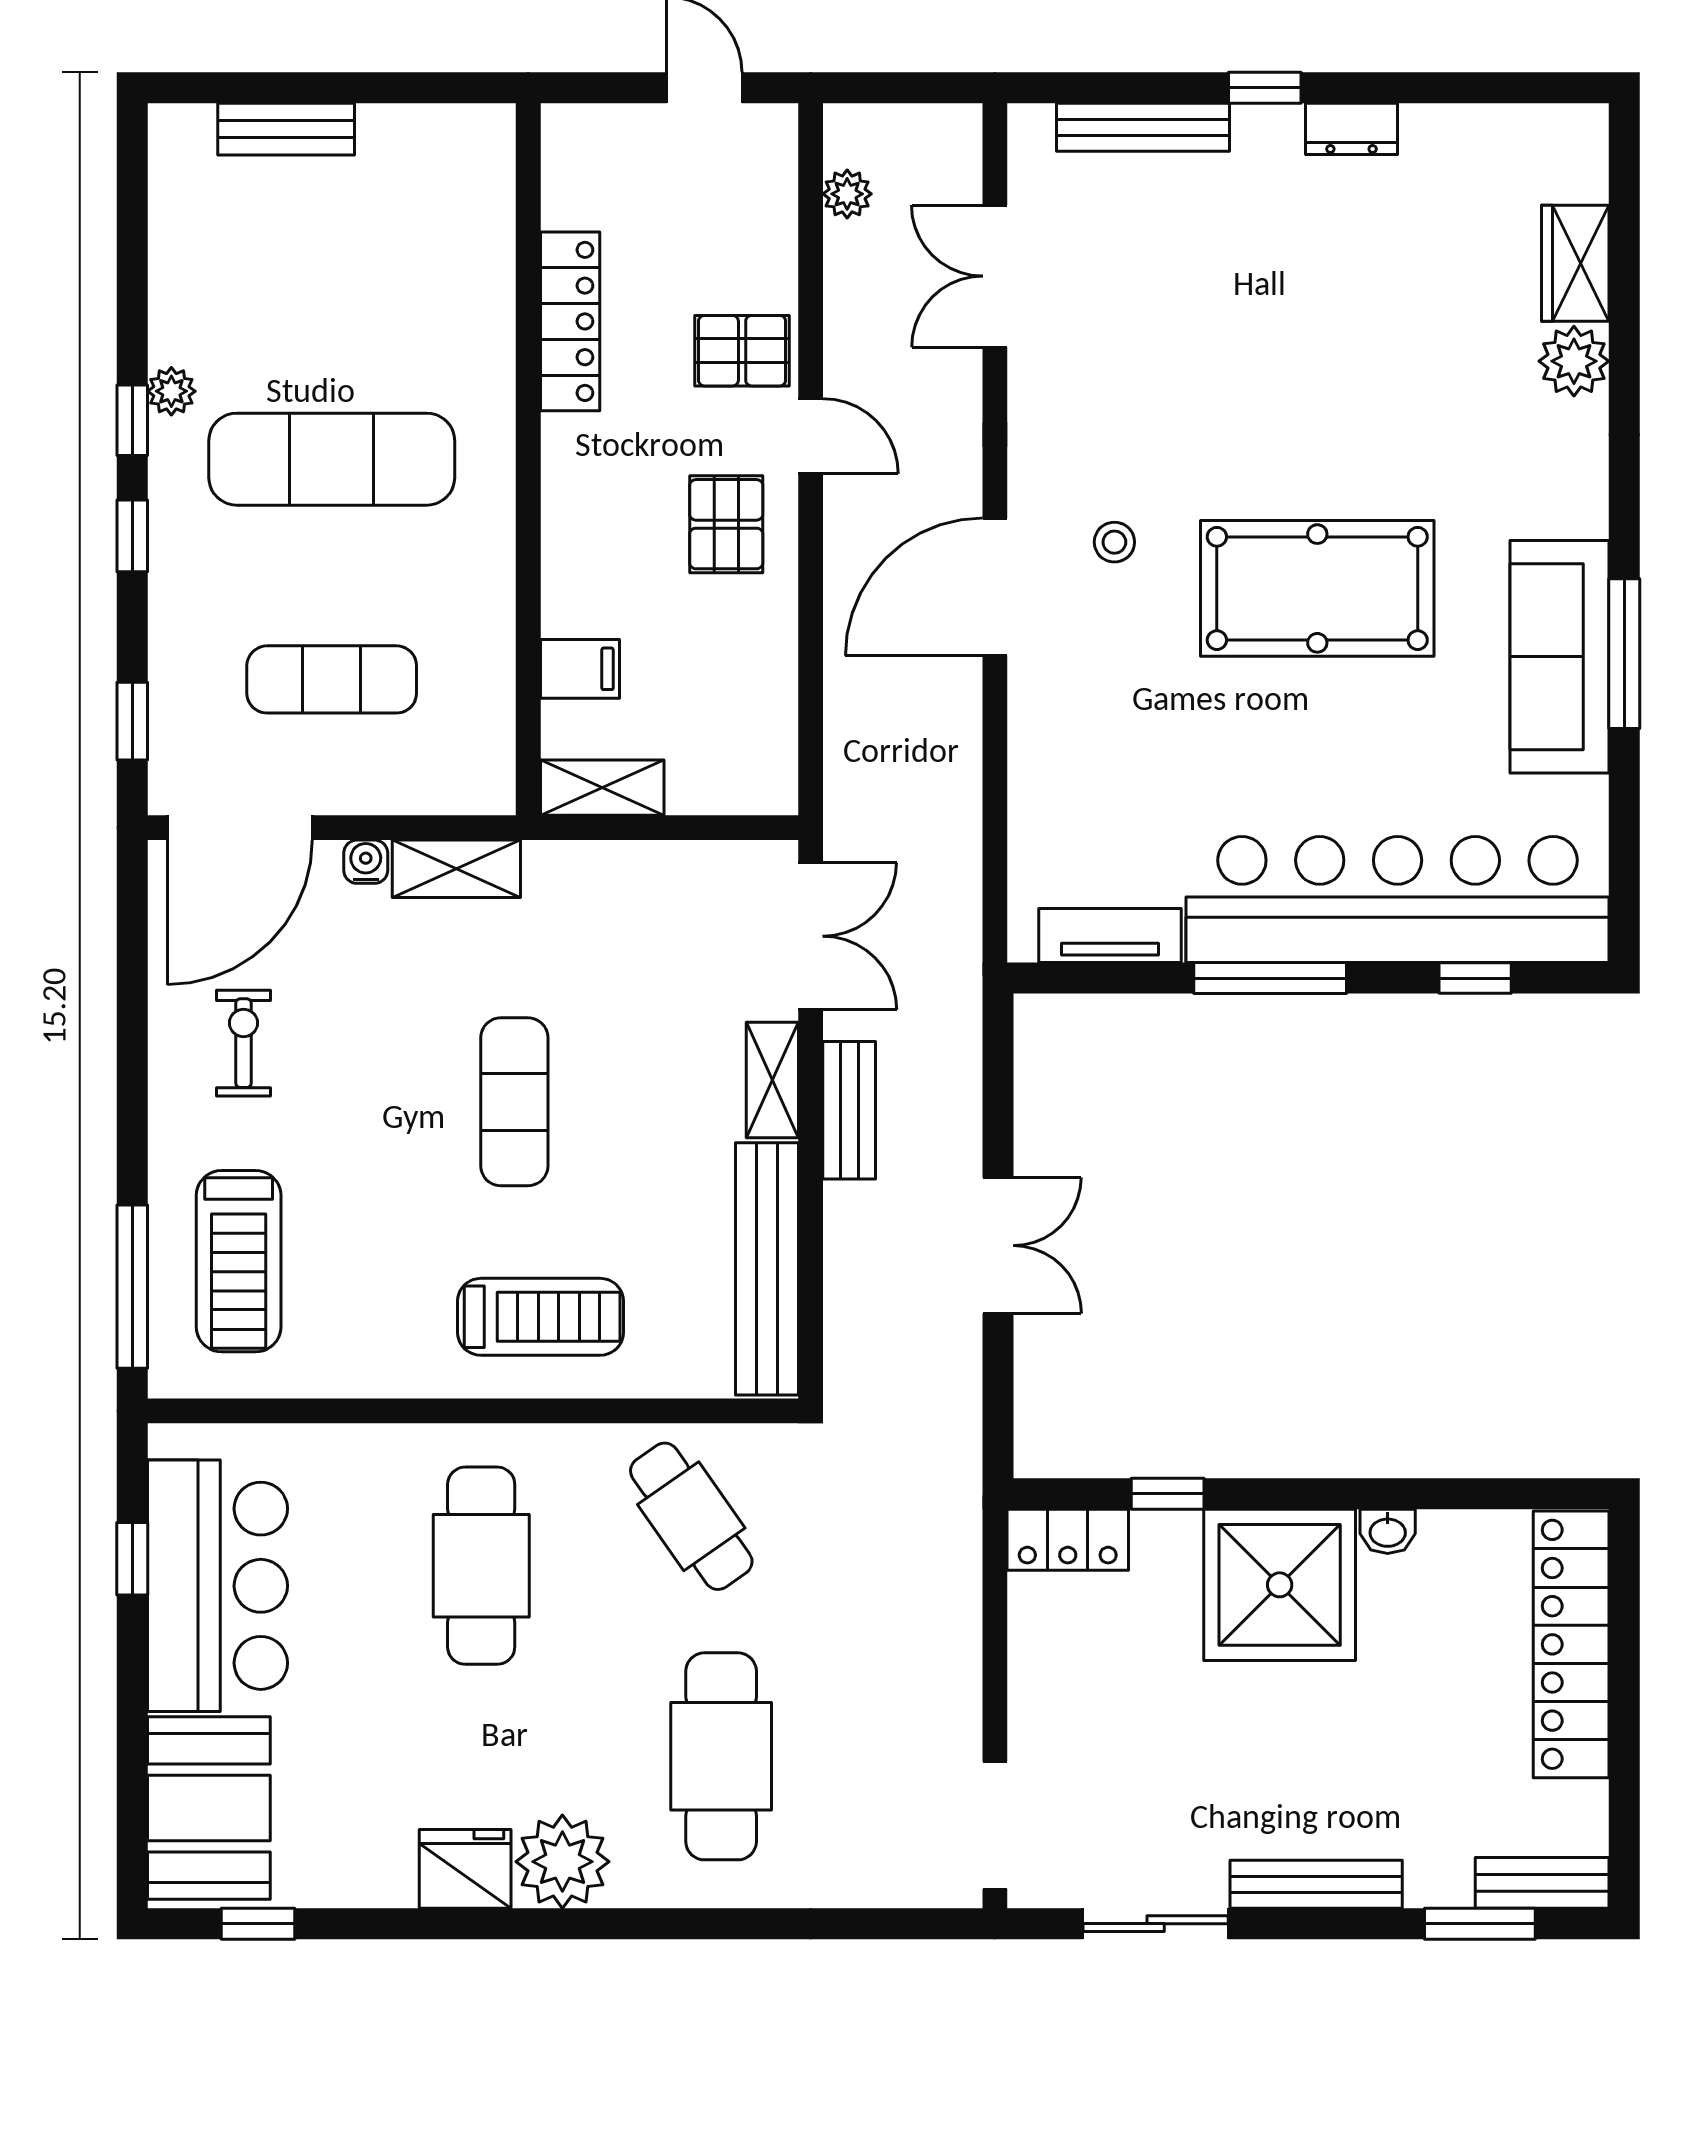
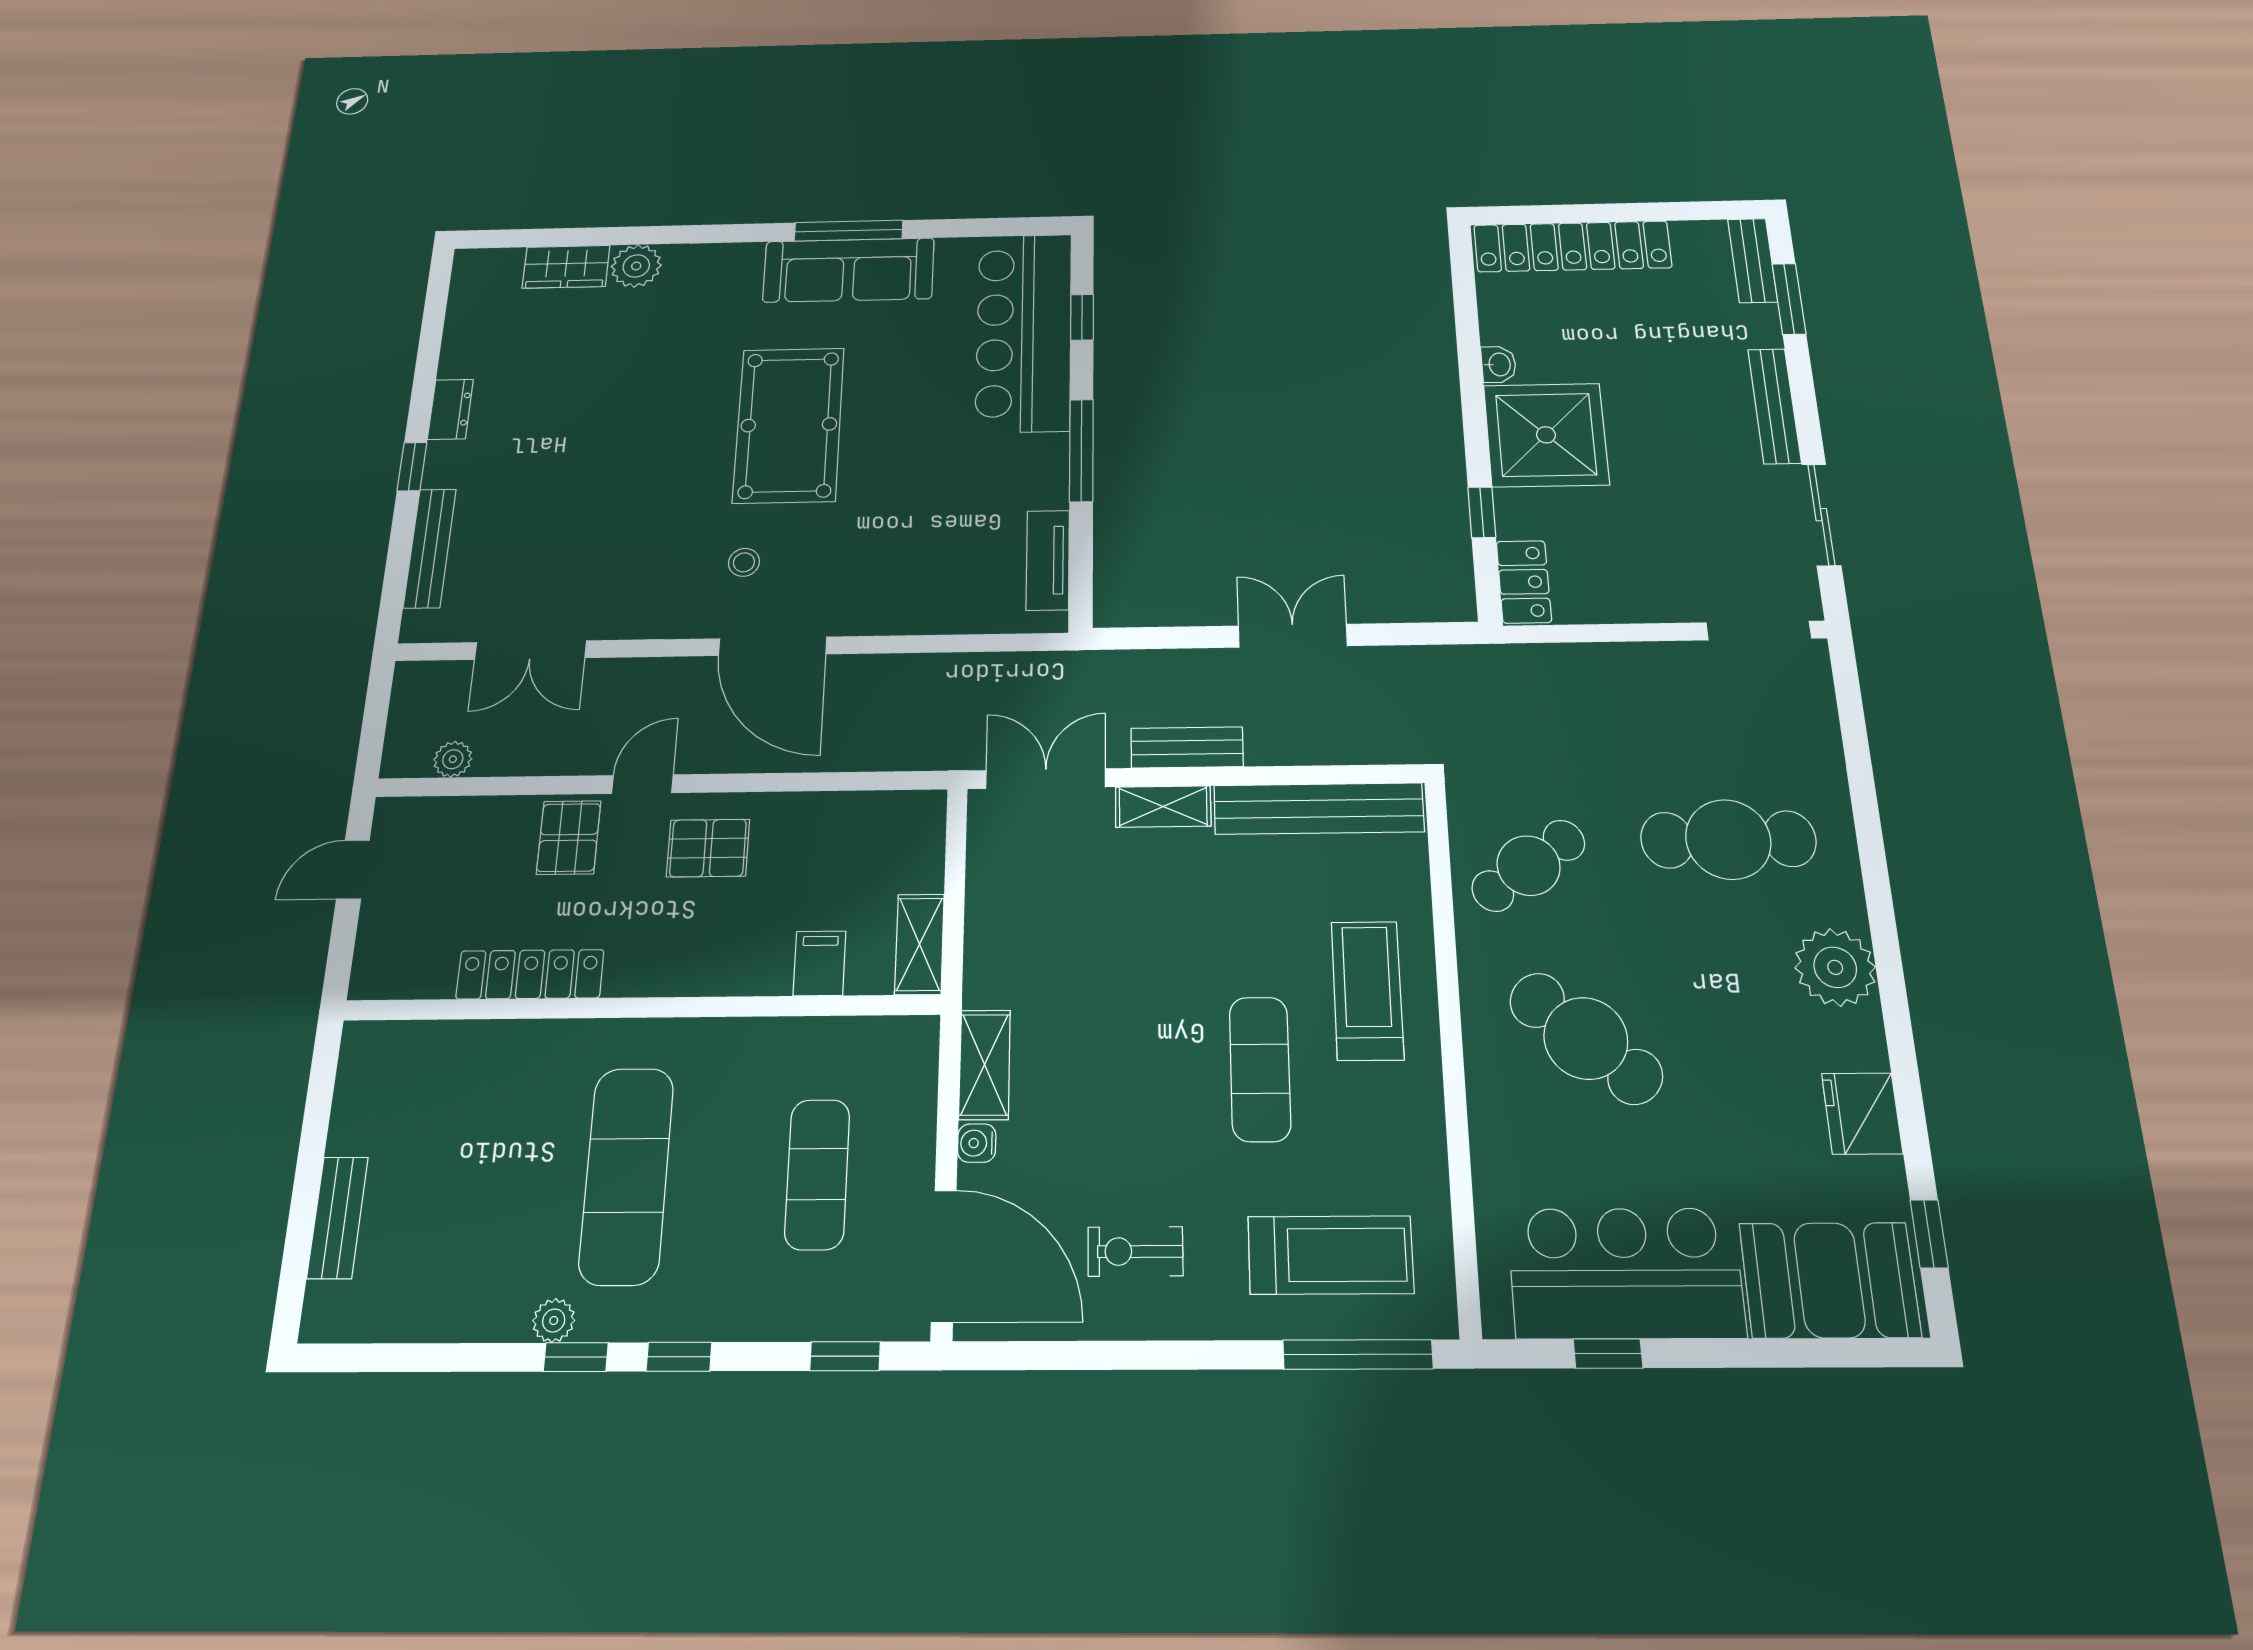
bar counter: (1398, 900) -> (1024, 332), width x0.73
exercise mat: (514, 1102) -> (1260, 1069), moved, turned 90
cafe table: (481, 1566) -> (1586, 1038), turned 41
fridge: (465, 1869) -> (1862, 1113), moved

